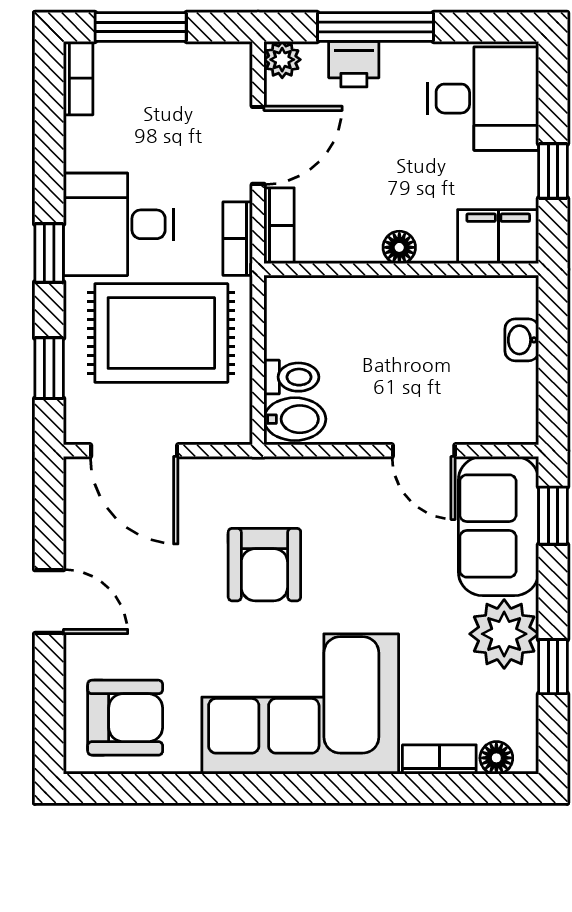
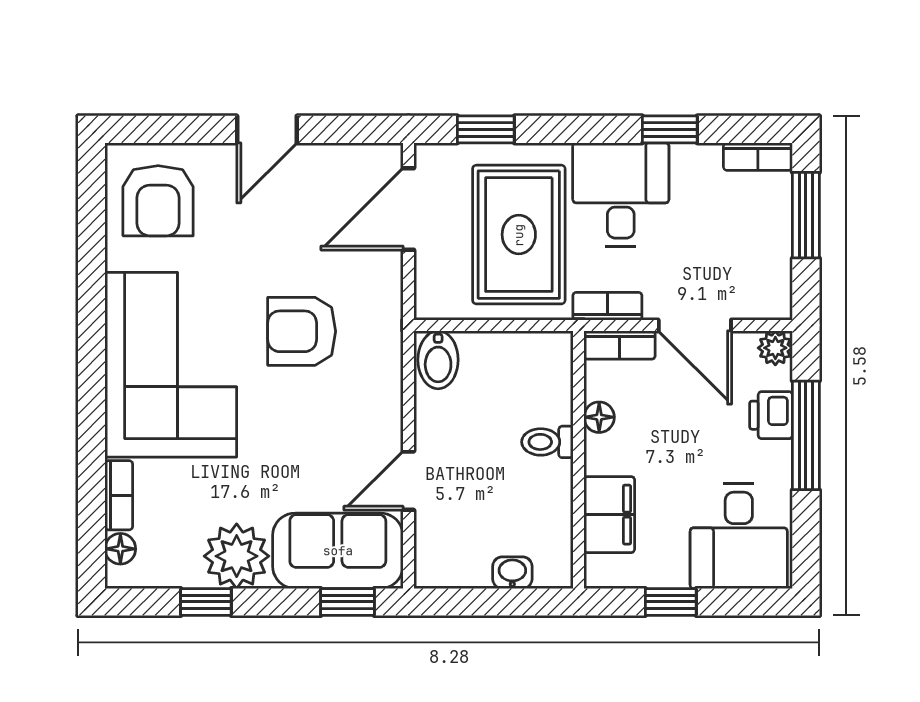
filing cabinet: (498, 237) -> (609, 515), moved
floor lamp: (399, 247) -> (599, 417), moved
window: (49, 253) -> (670, 129), moved
toilet: (291, 377) -> (547, 442), moved, turned 90

